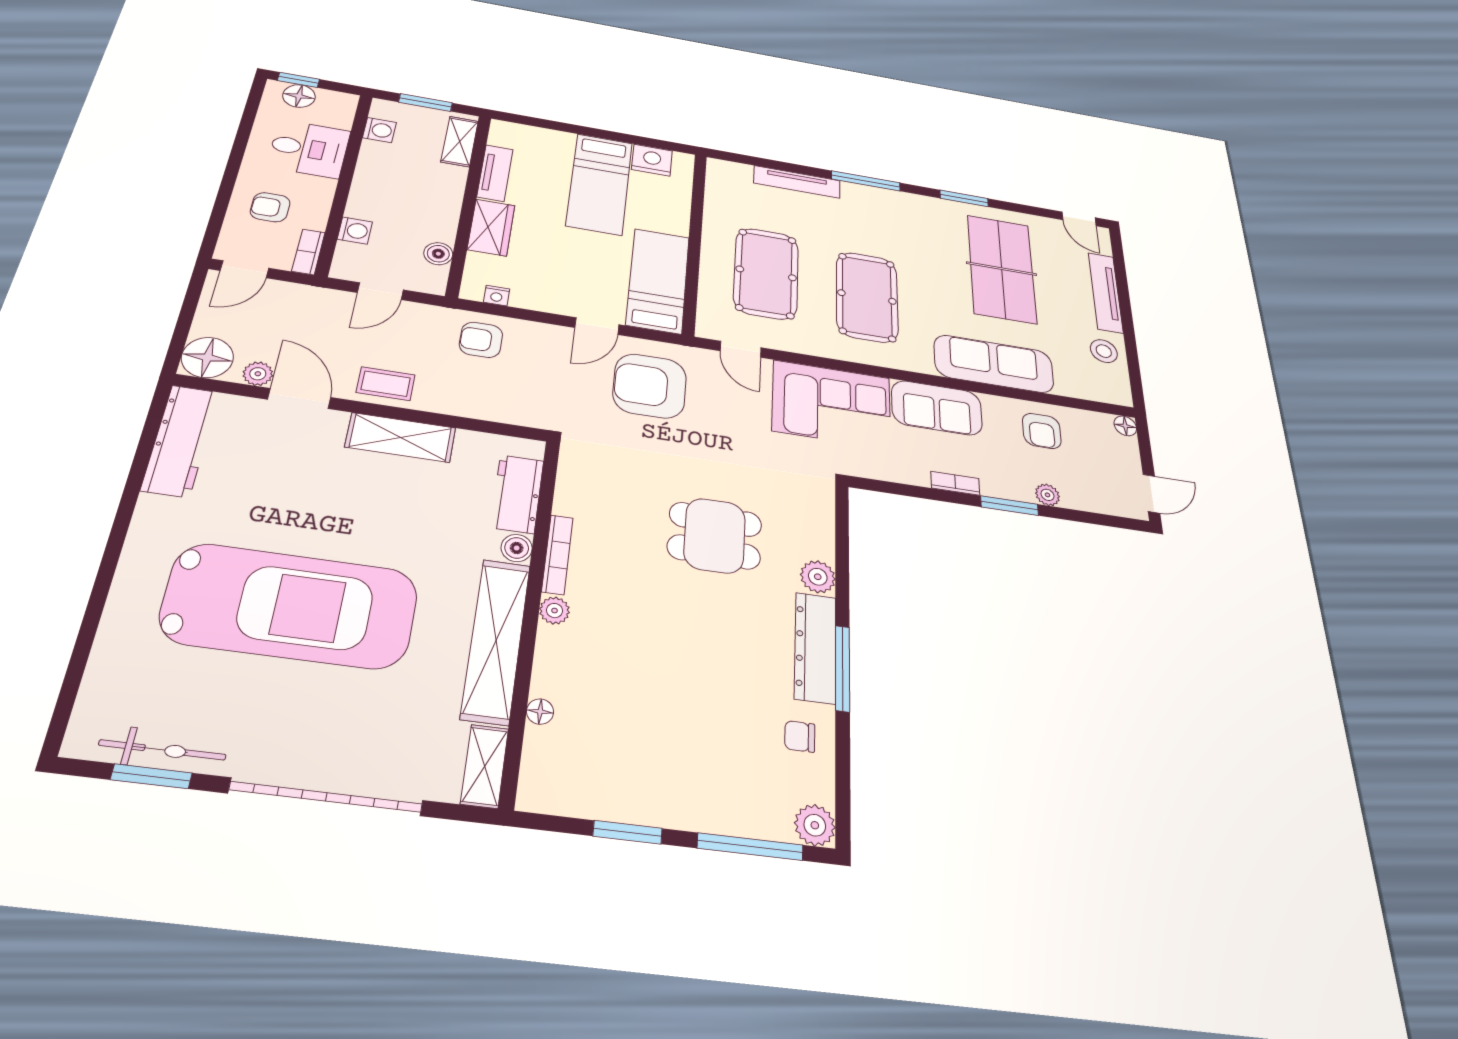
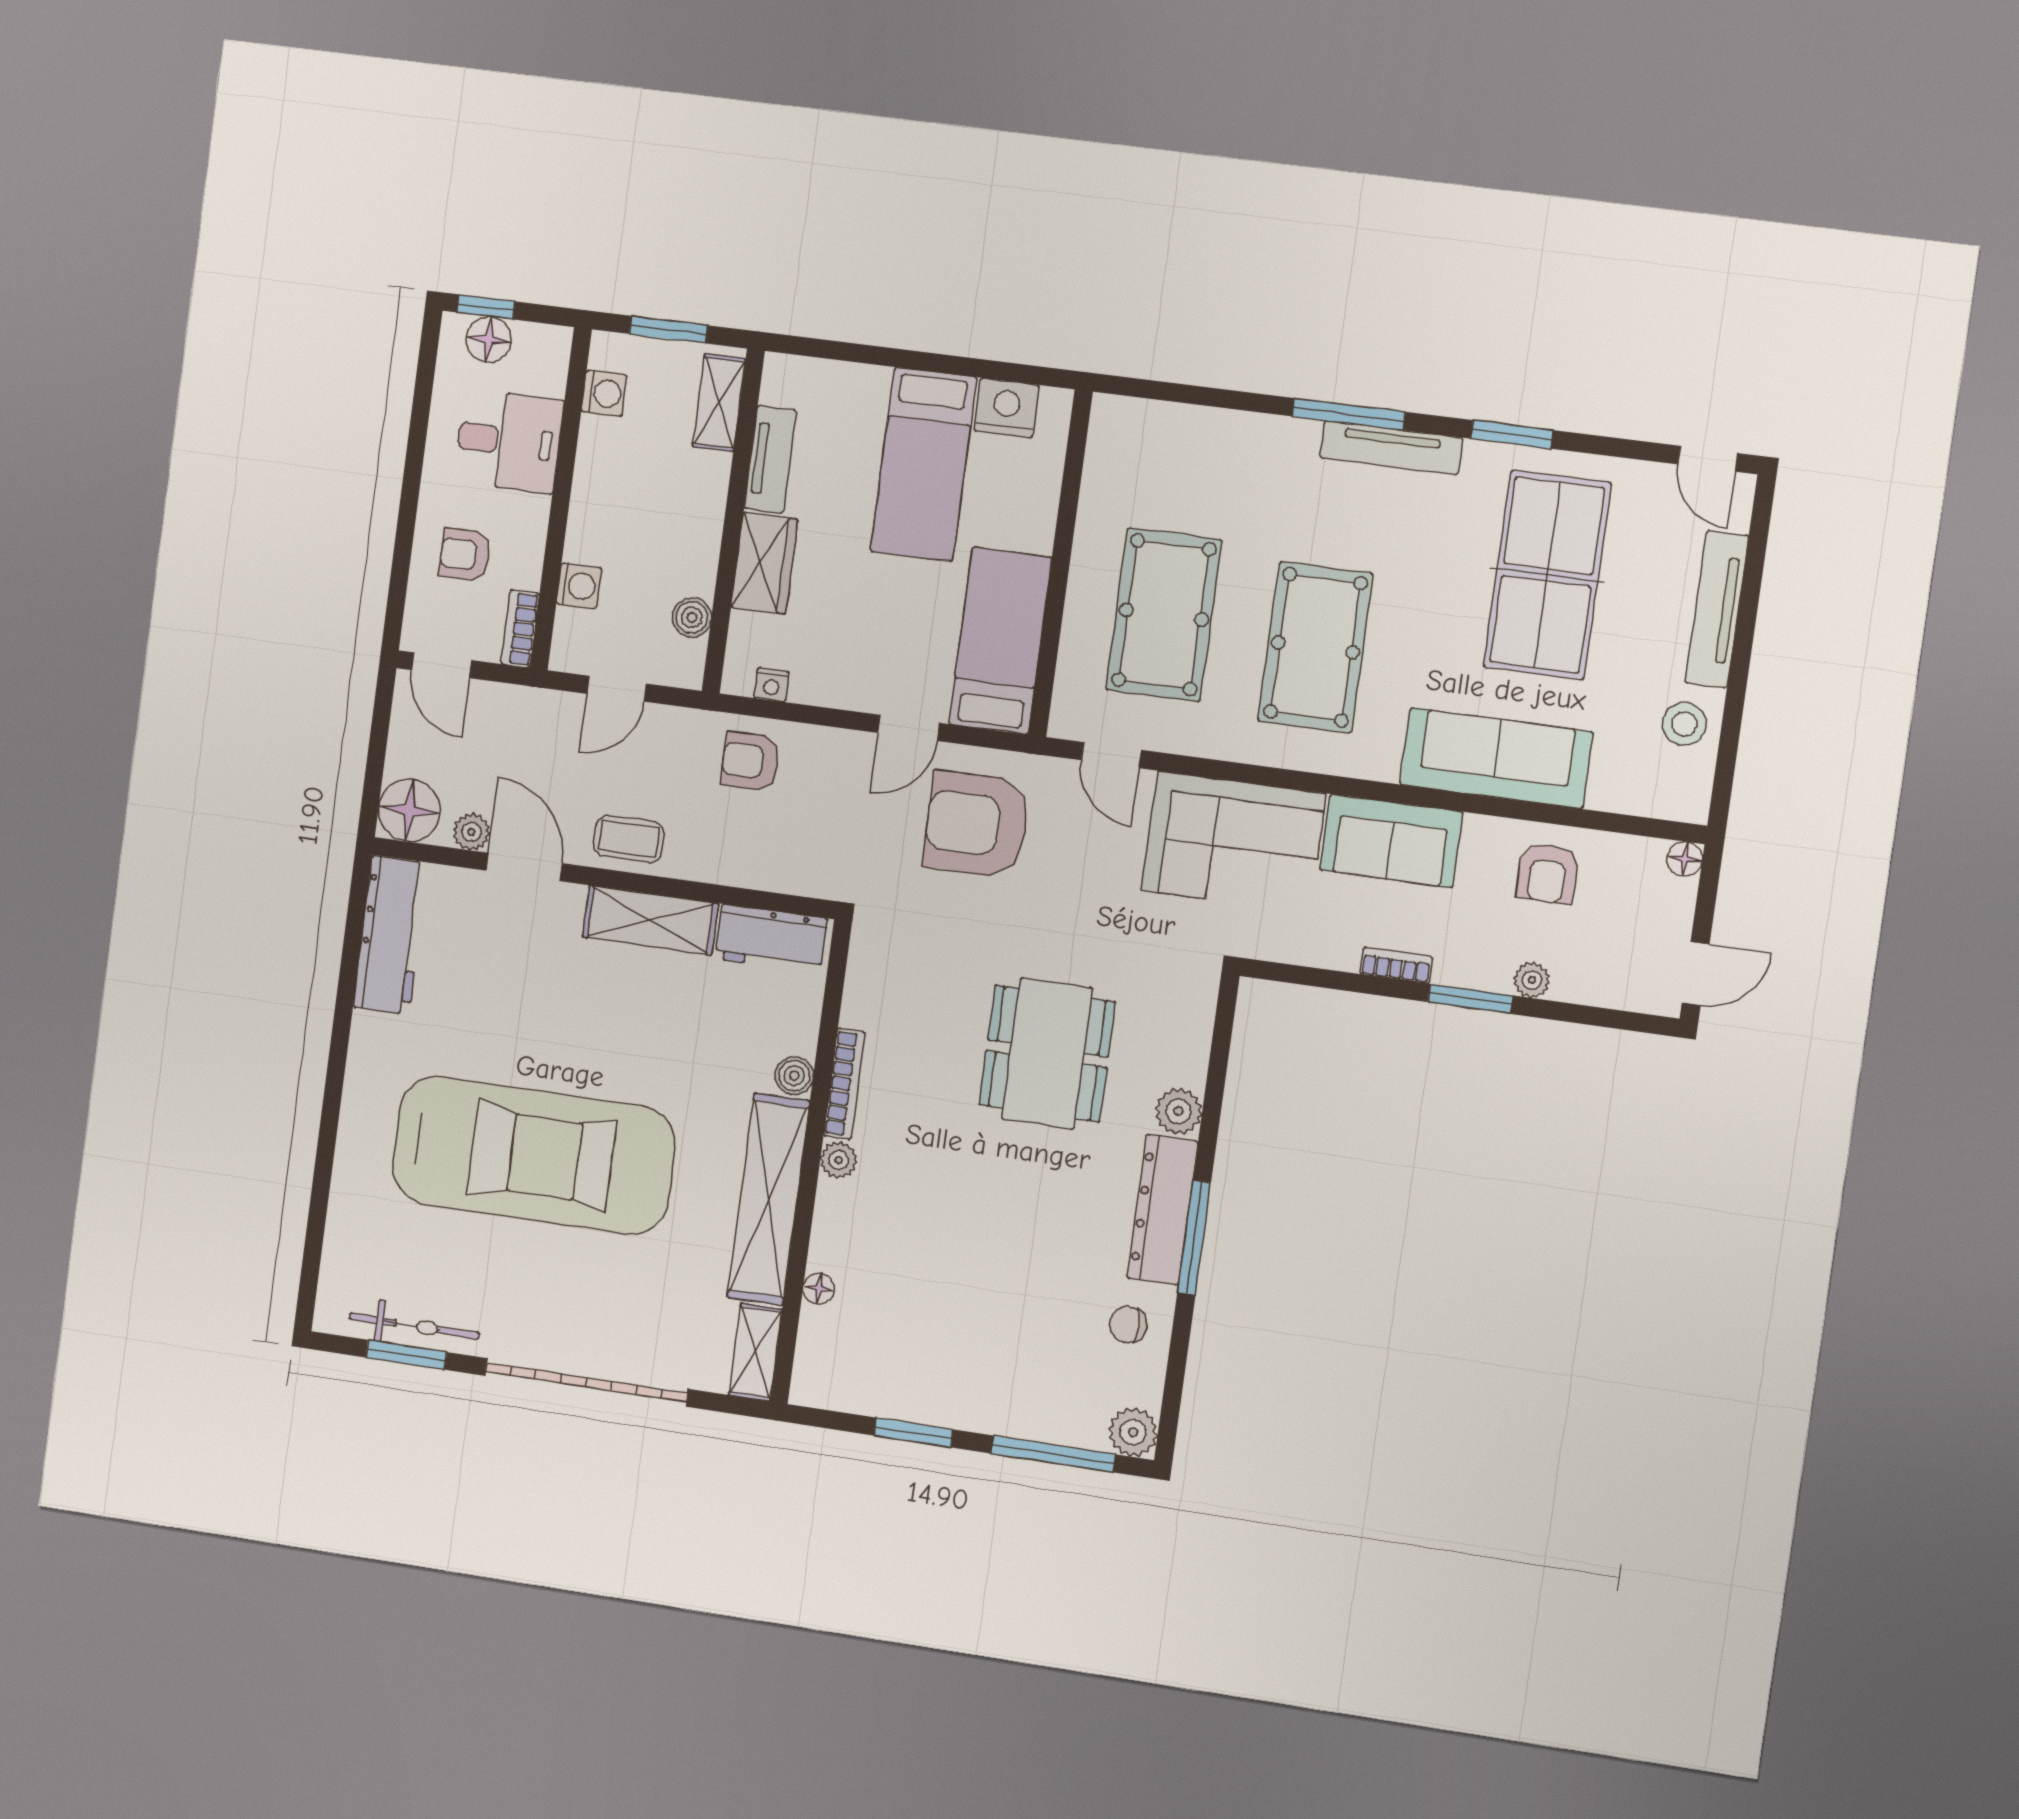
tv unit: (797, 182) -> (1391, 448), moved
door: (245, 269) -> (441, 665), hinge flipped
workbench: (517, 494) -> (771, 939), moved, turned -90
dining table: (715, 536) -> (1047, 1054), width x1.38

